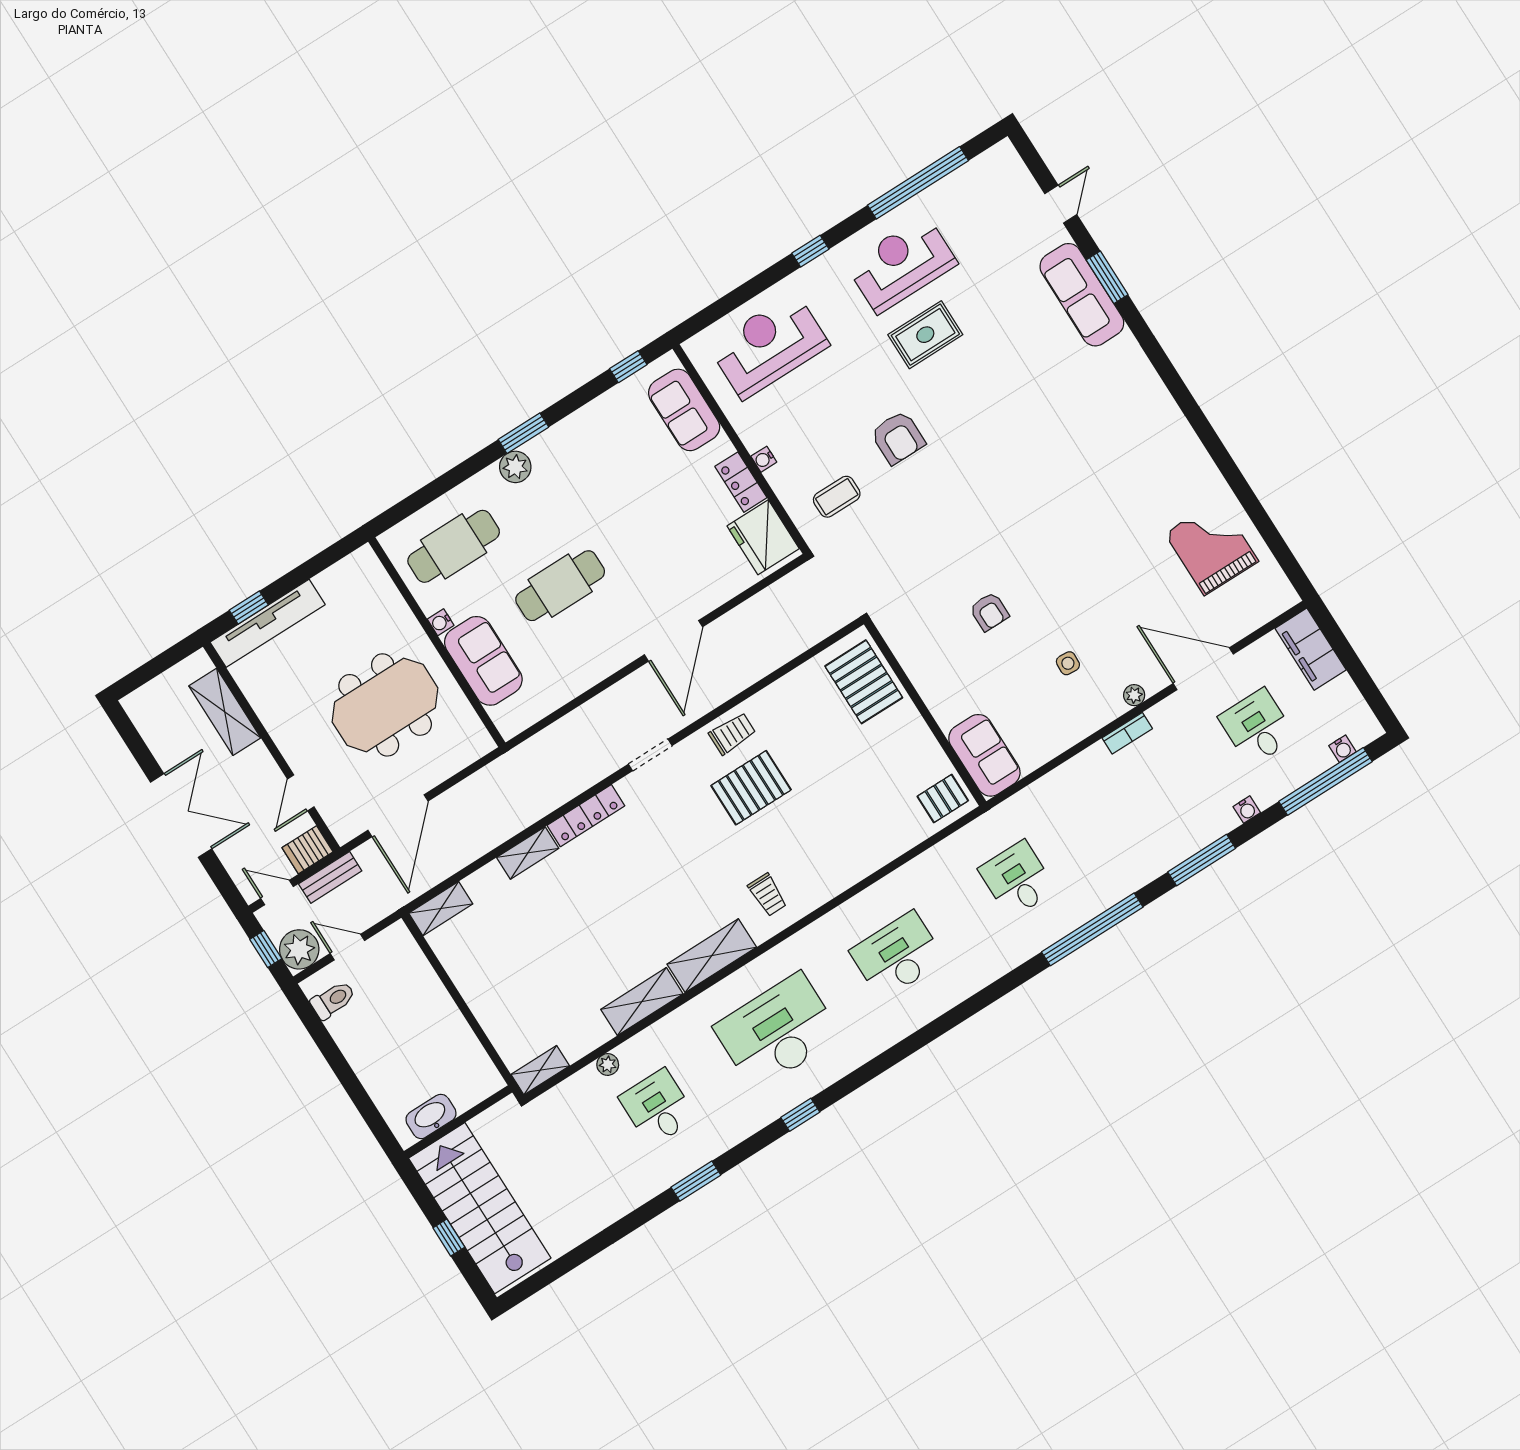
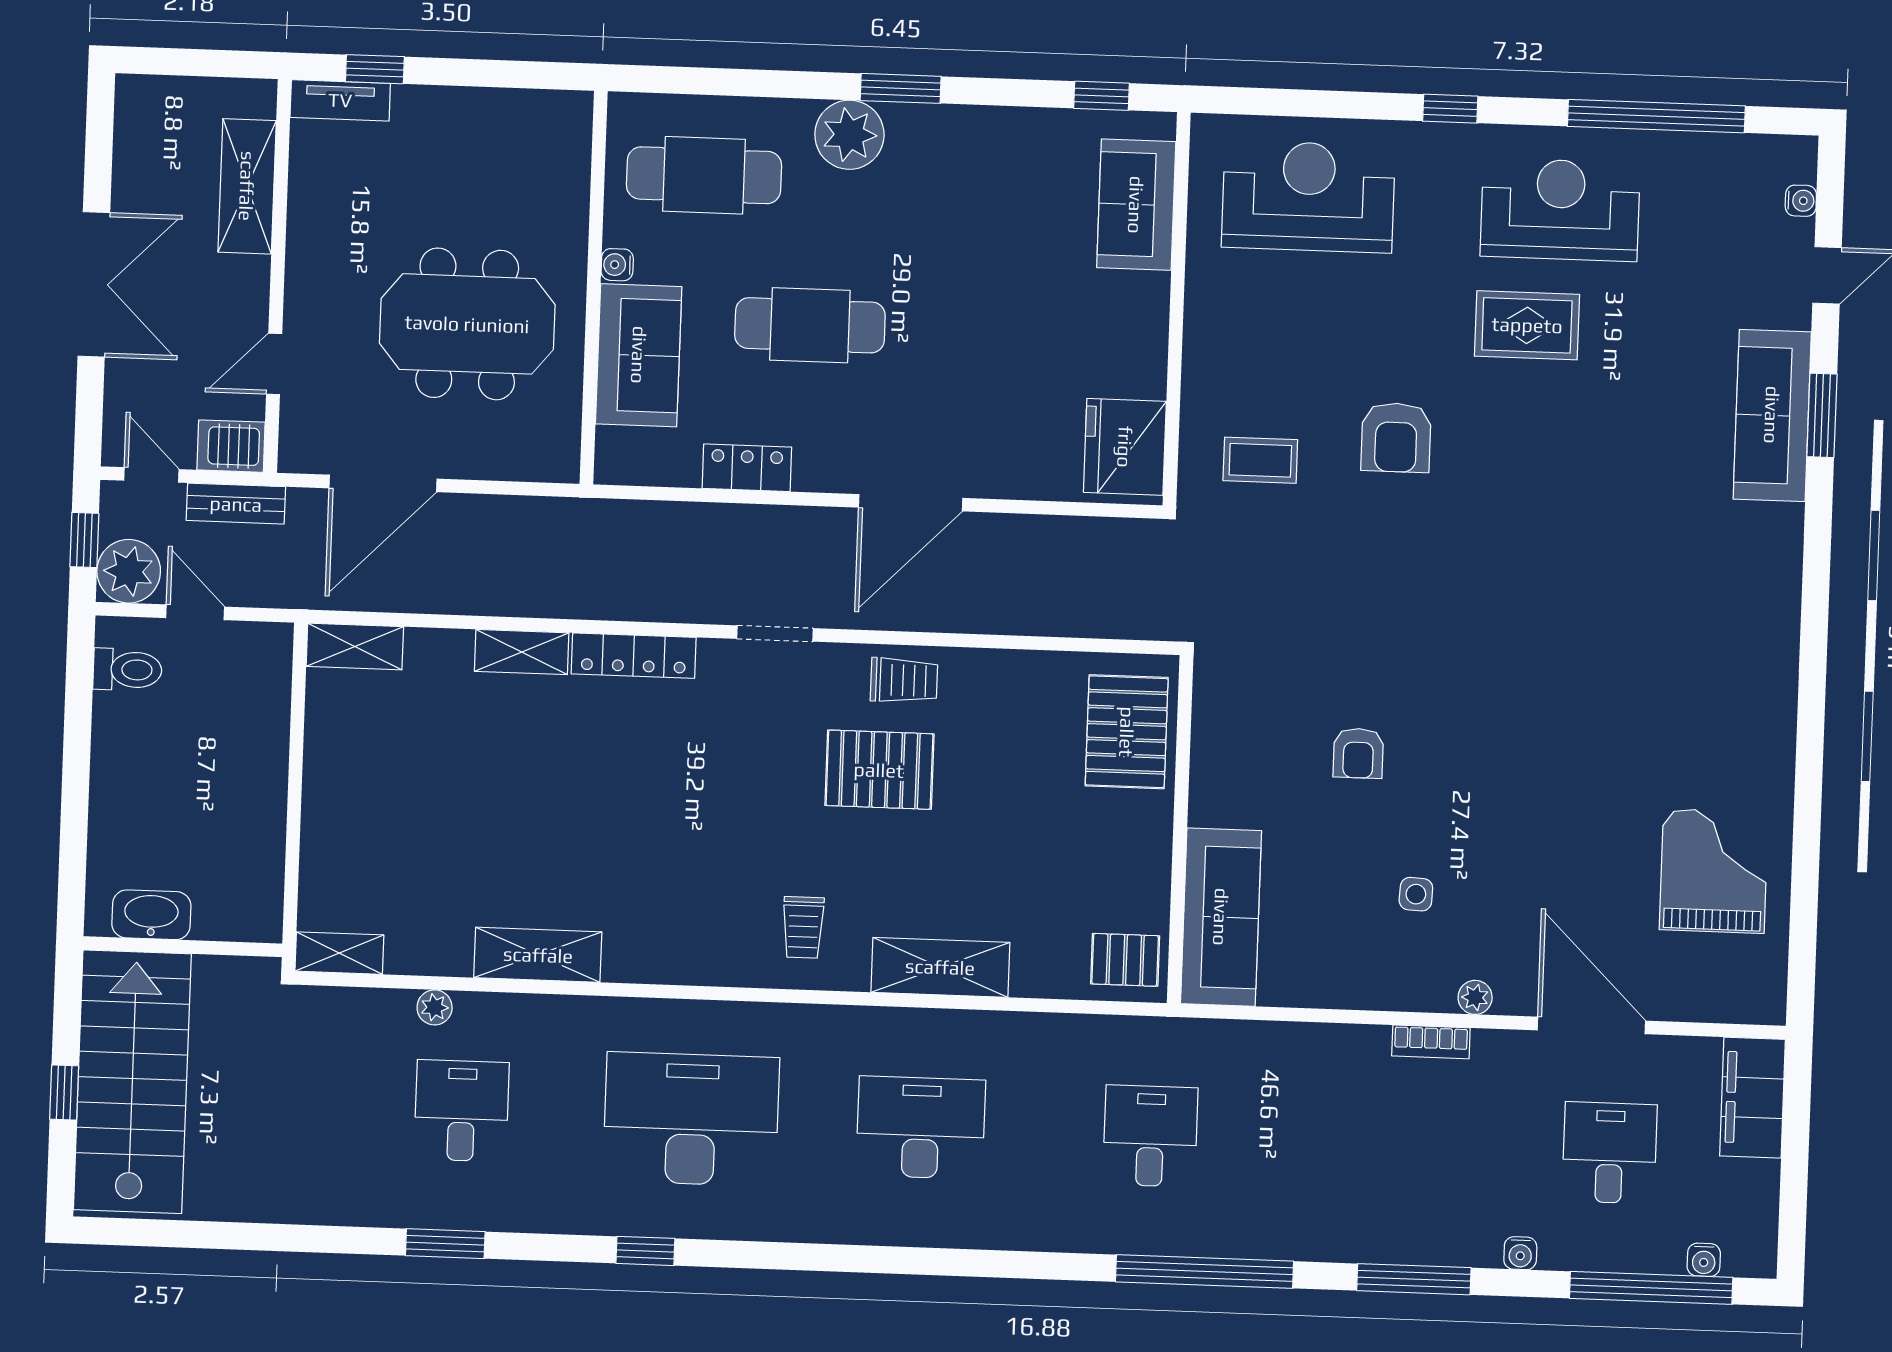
water cooler: (764, 459) -> (1801, 201), moved, turned 180
plant: (515, 467) -> (849, 135), width x1.36, depth x1.36
locker: (741, 482) -> (747, 468), moved, turned 90
tv unit: (268, 623) -> (340, 100), width x0.52, depth x0.78
sofa: (984, 755) -> (1221, 917), width x1.36
shelving: (712, 956) -> (940, 967), moved

